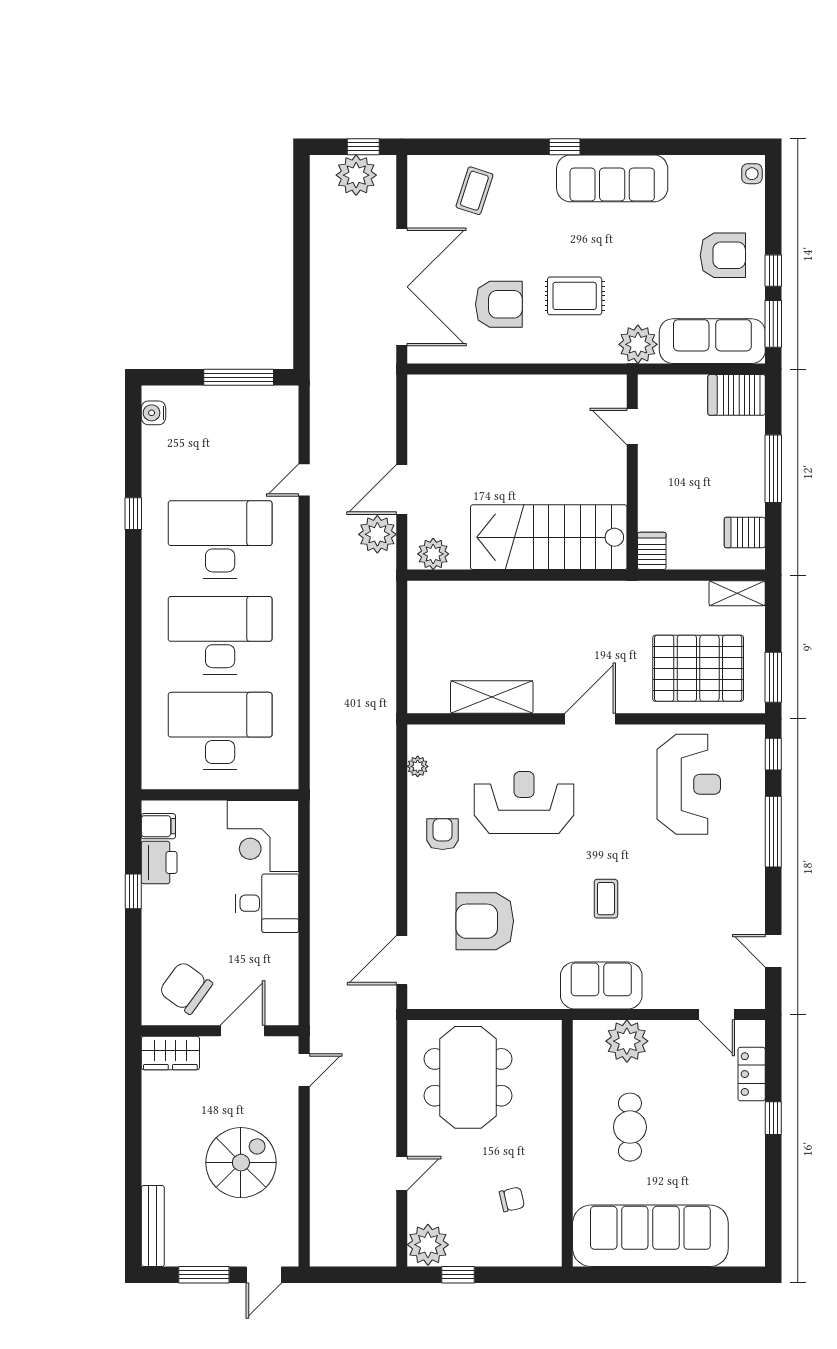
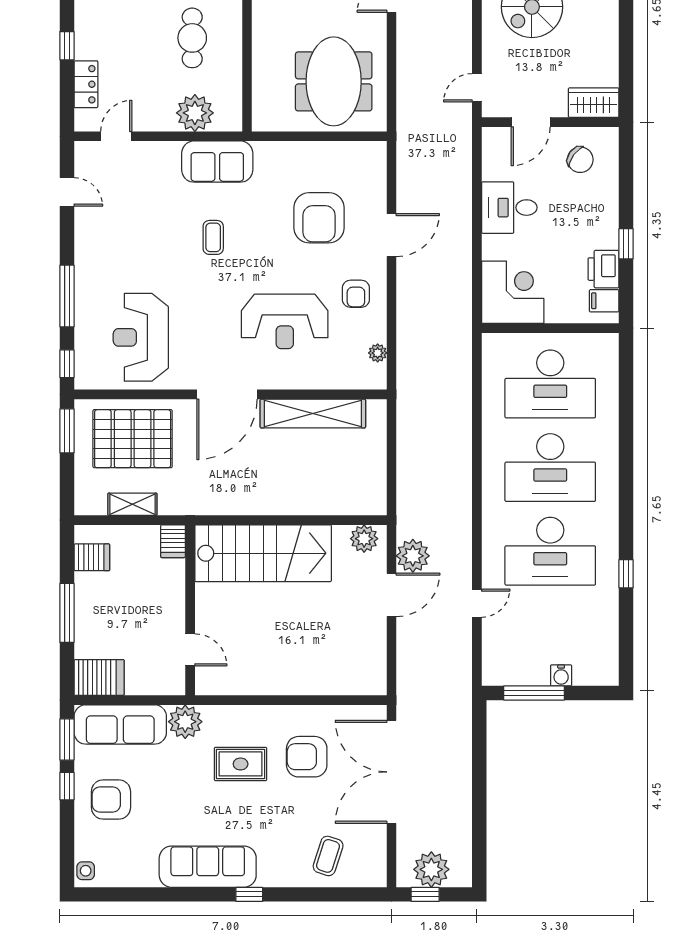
water cooler: (153, 413) -> (561, 675), moved, turned 90
shelving: (737, 593) -> (132, 504), moved
shelving: (492, 697) -> (313, 414), width x1.47
door: (590, 719) -> (227, 394), width x1.36
desk: (267, 903) -> (509, 208), moved
armchair: (485, 921) -> (319, 218), turned 90
door: (402, 960) -> (392, 235), moved
chair: (186, 988) -> (580, 160), width x0.73, depth x0.73
door: (717, 1015) -> (116, 136), hinge flipped

